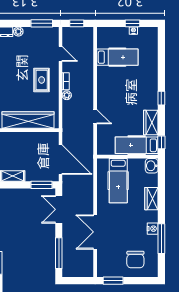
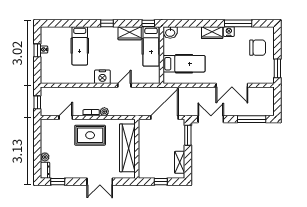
window: (42, 23) -> (37, 135), removed
hospital bed: (117, 57) -> (80, 46), moved, turned 180
rug: (42, 80) -> (90, 135), width x1.36, depth x1.43
nightstand: (104, 93) -> (102, 77), added
wardrobe: (151, 199) -> (212, 33), moved
double door: (59, 209) -> (211, 119), swing flipped

